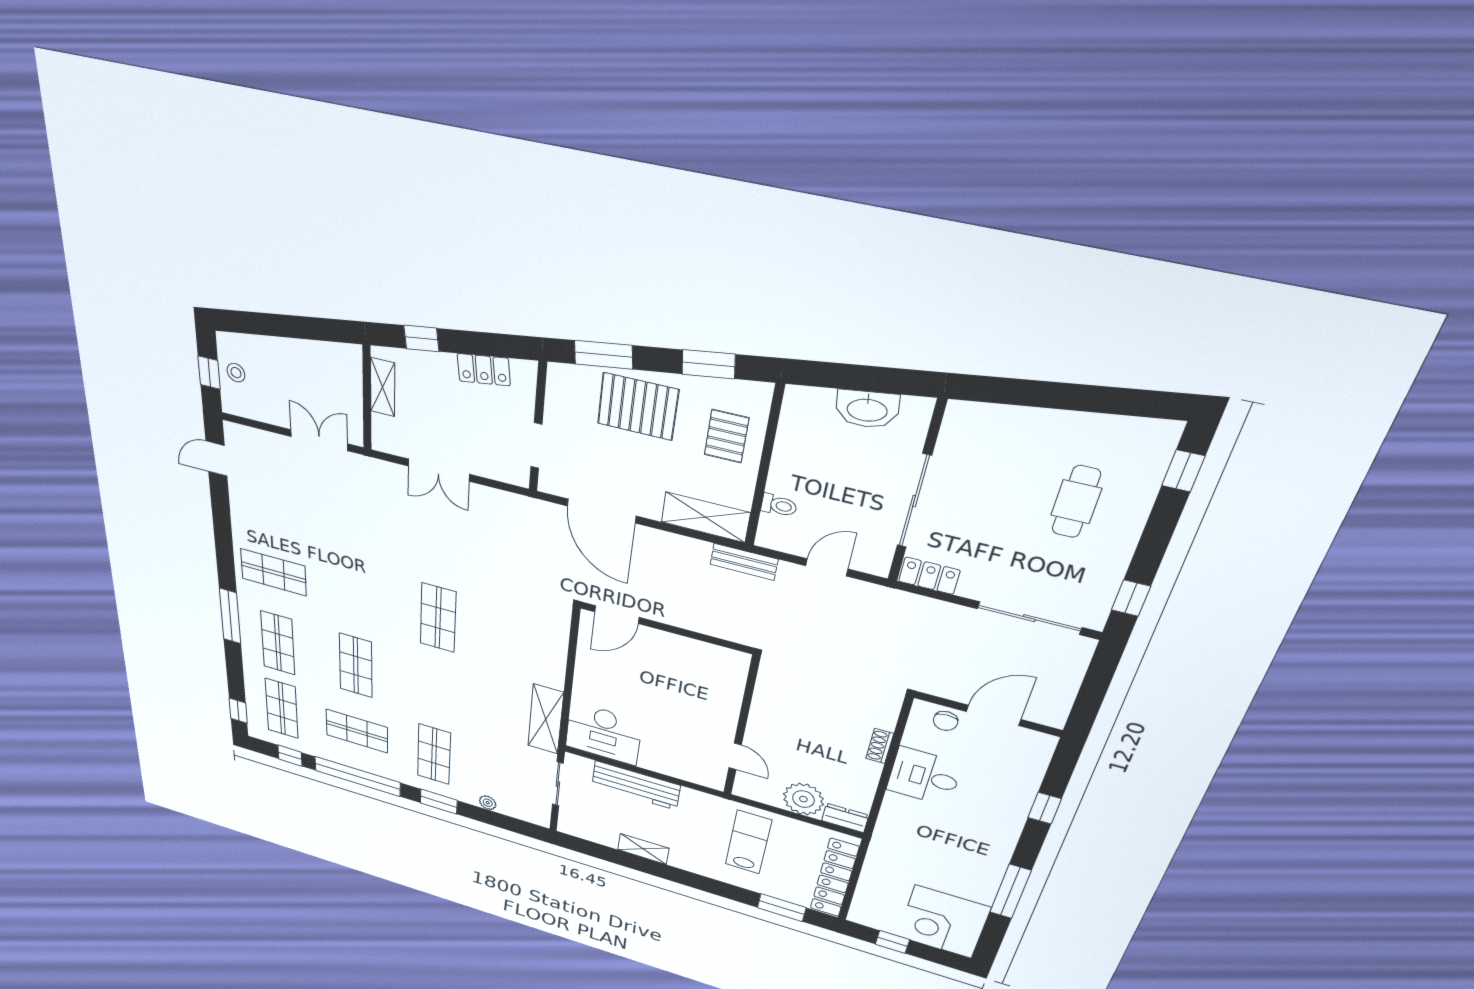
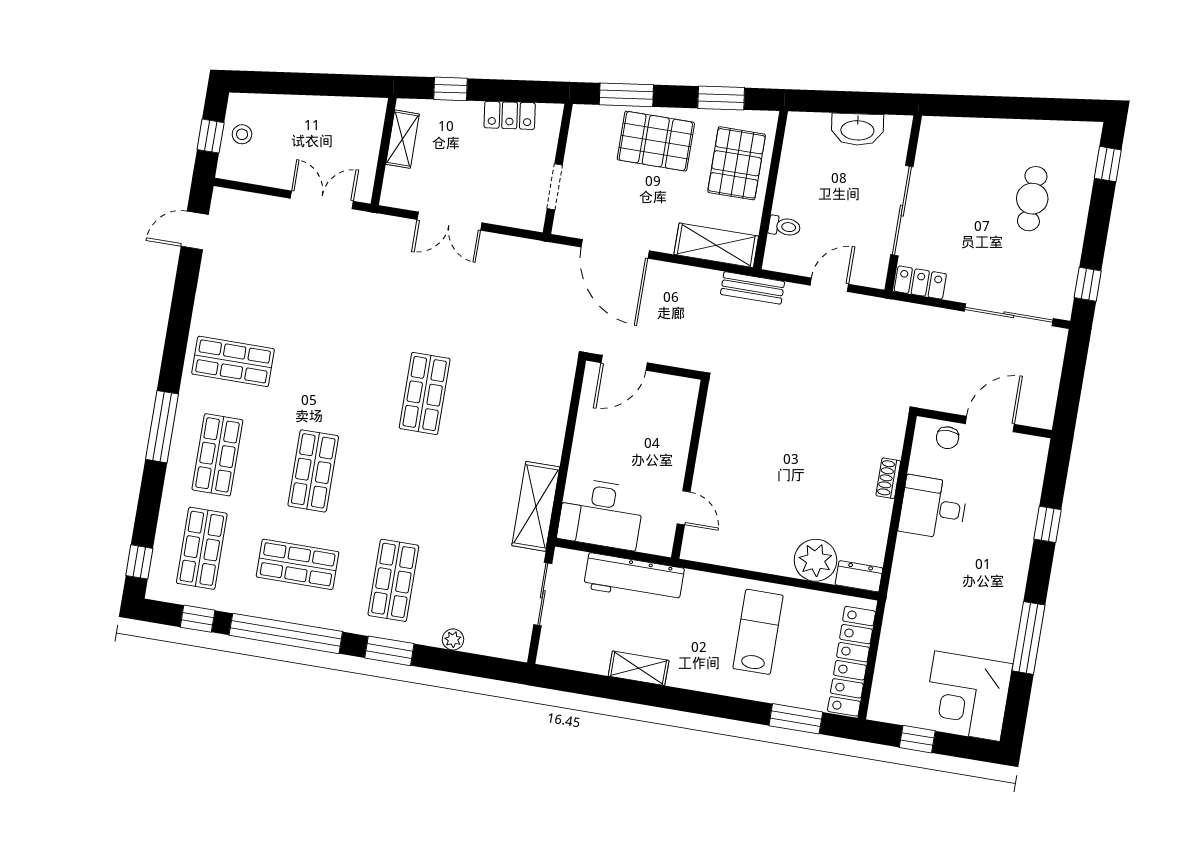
pallet: (727, 436) -> (737, 163), width x1.50, depth x1.42
wall: (741, 727) -> (690, 469), moved
door: (735, 756) -> (684, 508), moved

